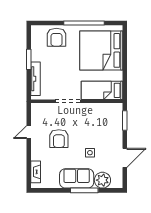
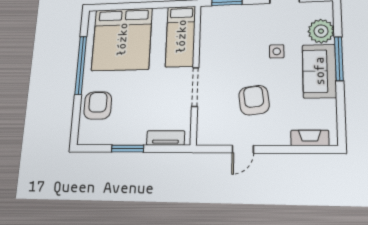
armchair: (56, 37) -> (98, 105), turned -90
tv unit: (35, 79) -> (166, 138), width x0.71
door: (29, 132) -> (243, 149), hinge flipped
armchair: (59, 139) -> (254, 100), turned -97

